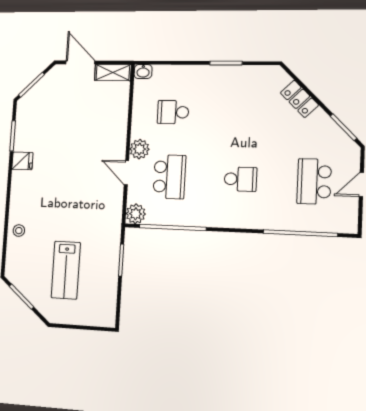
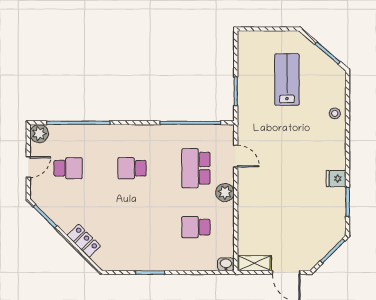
school desk: (173, 112) -> (196, 227), turned 180
door: (126, 173) -> (236, 156), moved
school desk: (314, 181) -> (68, 168), width x0.54
plant: (136, 214) -> (39, 134), moved

